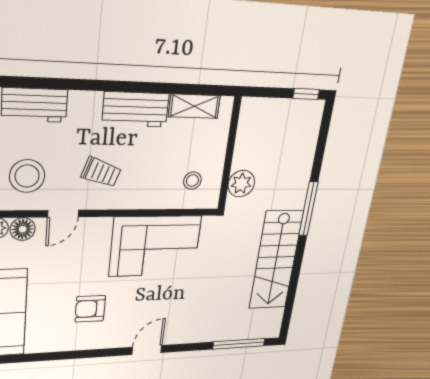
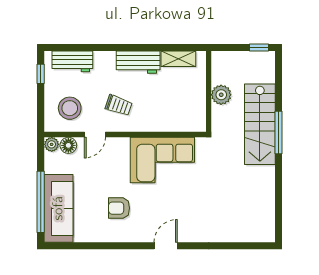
stool: (192, 181) -> (184, 111), removed
plant: (241, 184) -> (221, 95), moved
stairs: (276, 260) -> (260, 124), moved
window: (239, 344) -> (241, 246), removed

